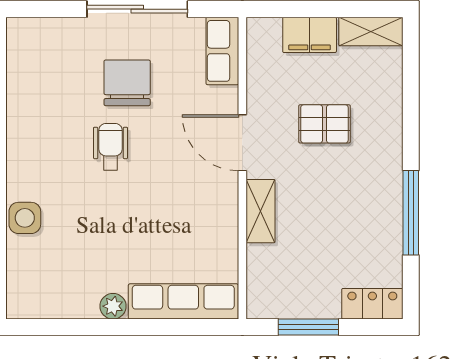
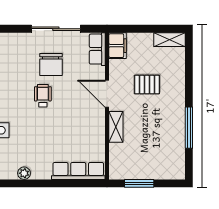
filing cabinet: (310, 35) -> (117, 46), moved, turned -90
chair: (127, 83) -> (51, 65), turned 180
locker: (372, 304) -> (170, 172), removed
plant: (113, 306) -> (24, 173), moved

